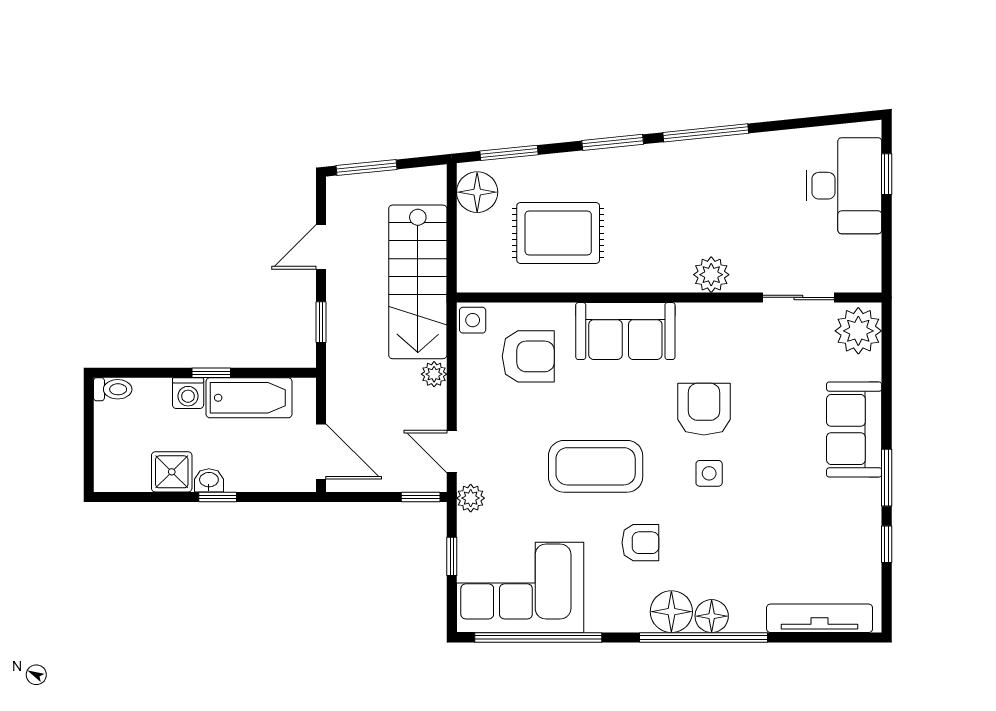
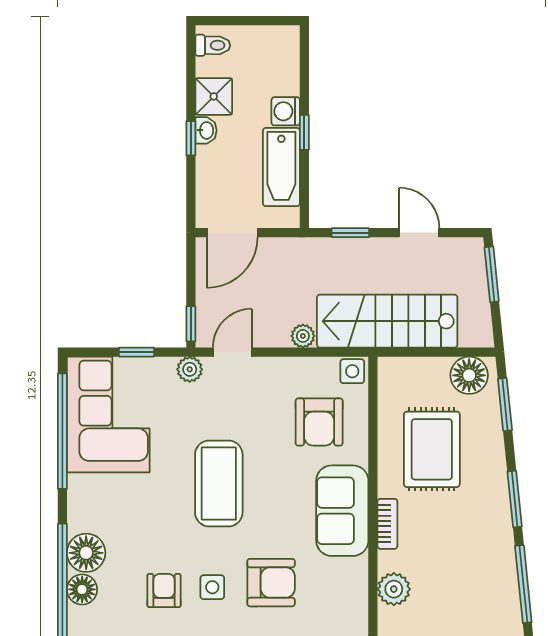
bookcase: (640, 282) -> (387, 524), added
toilet: (113, 389) -> (213, 45), moved, turned -90
armchair: (640, 543) -> (164, 591), moved, turned 180

